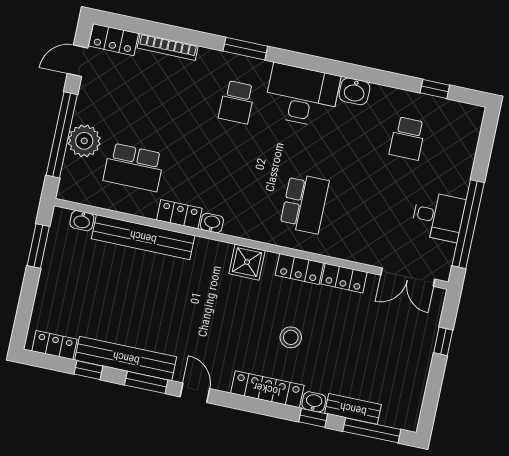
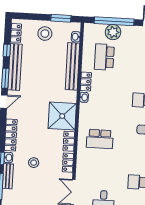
shower: (247, 262) -> (62, 116), width x1.86, depth x1.86
stool: (65, 285) -> (45, 34), added
stool: (291, 337) -> (34, 163), moved

